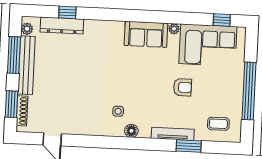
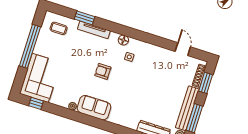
corner sofa: (208, 45) -> (40, 78), moved, turned 90
armchair: (183, 87) -> (103, 71), moved

